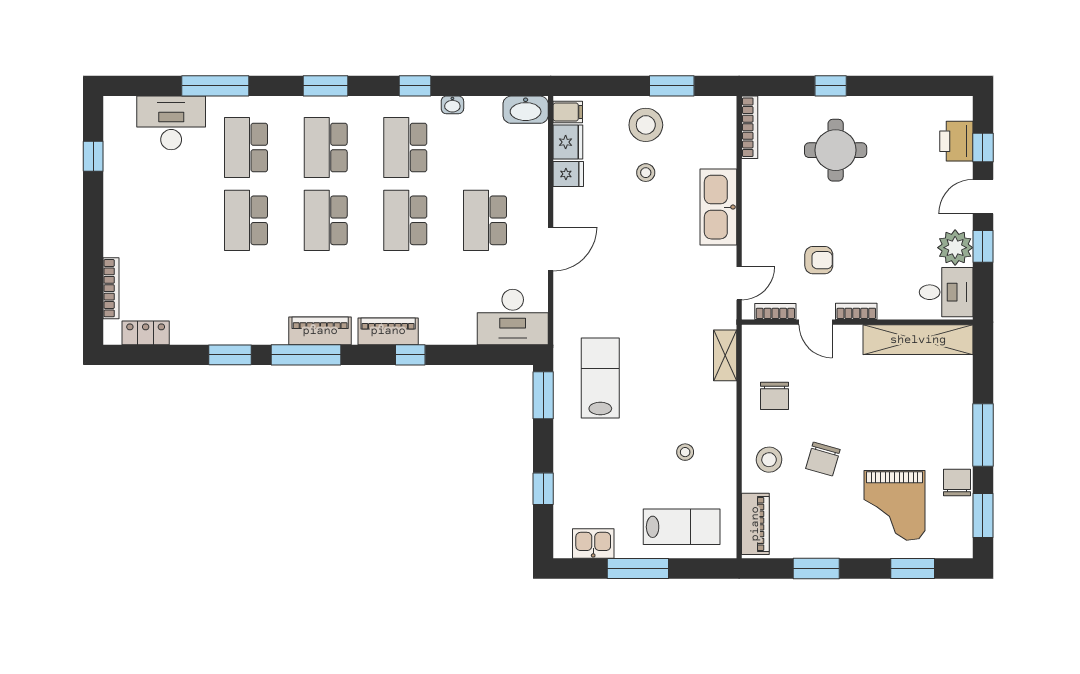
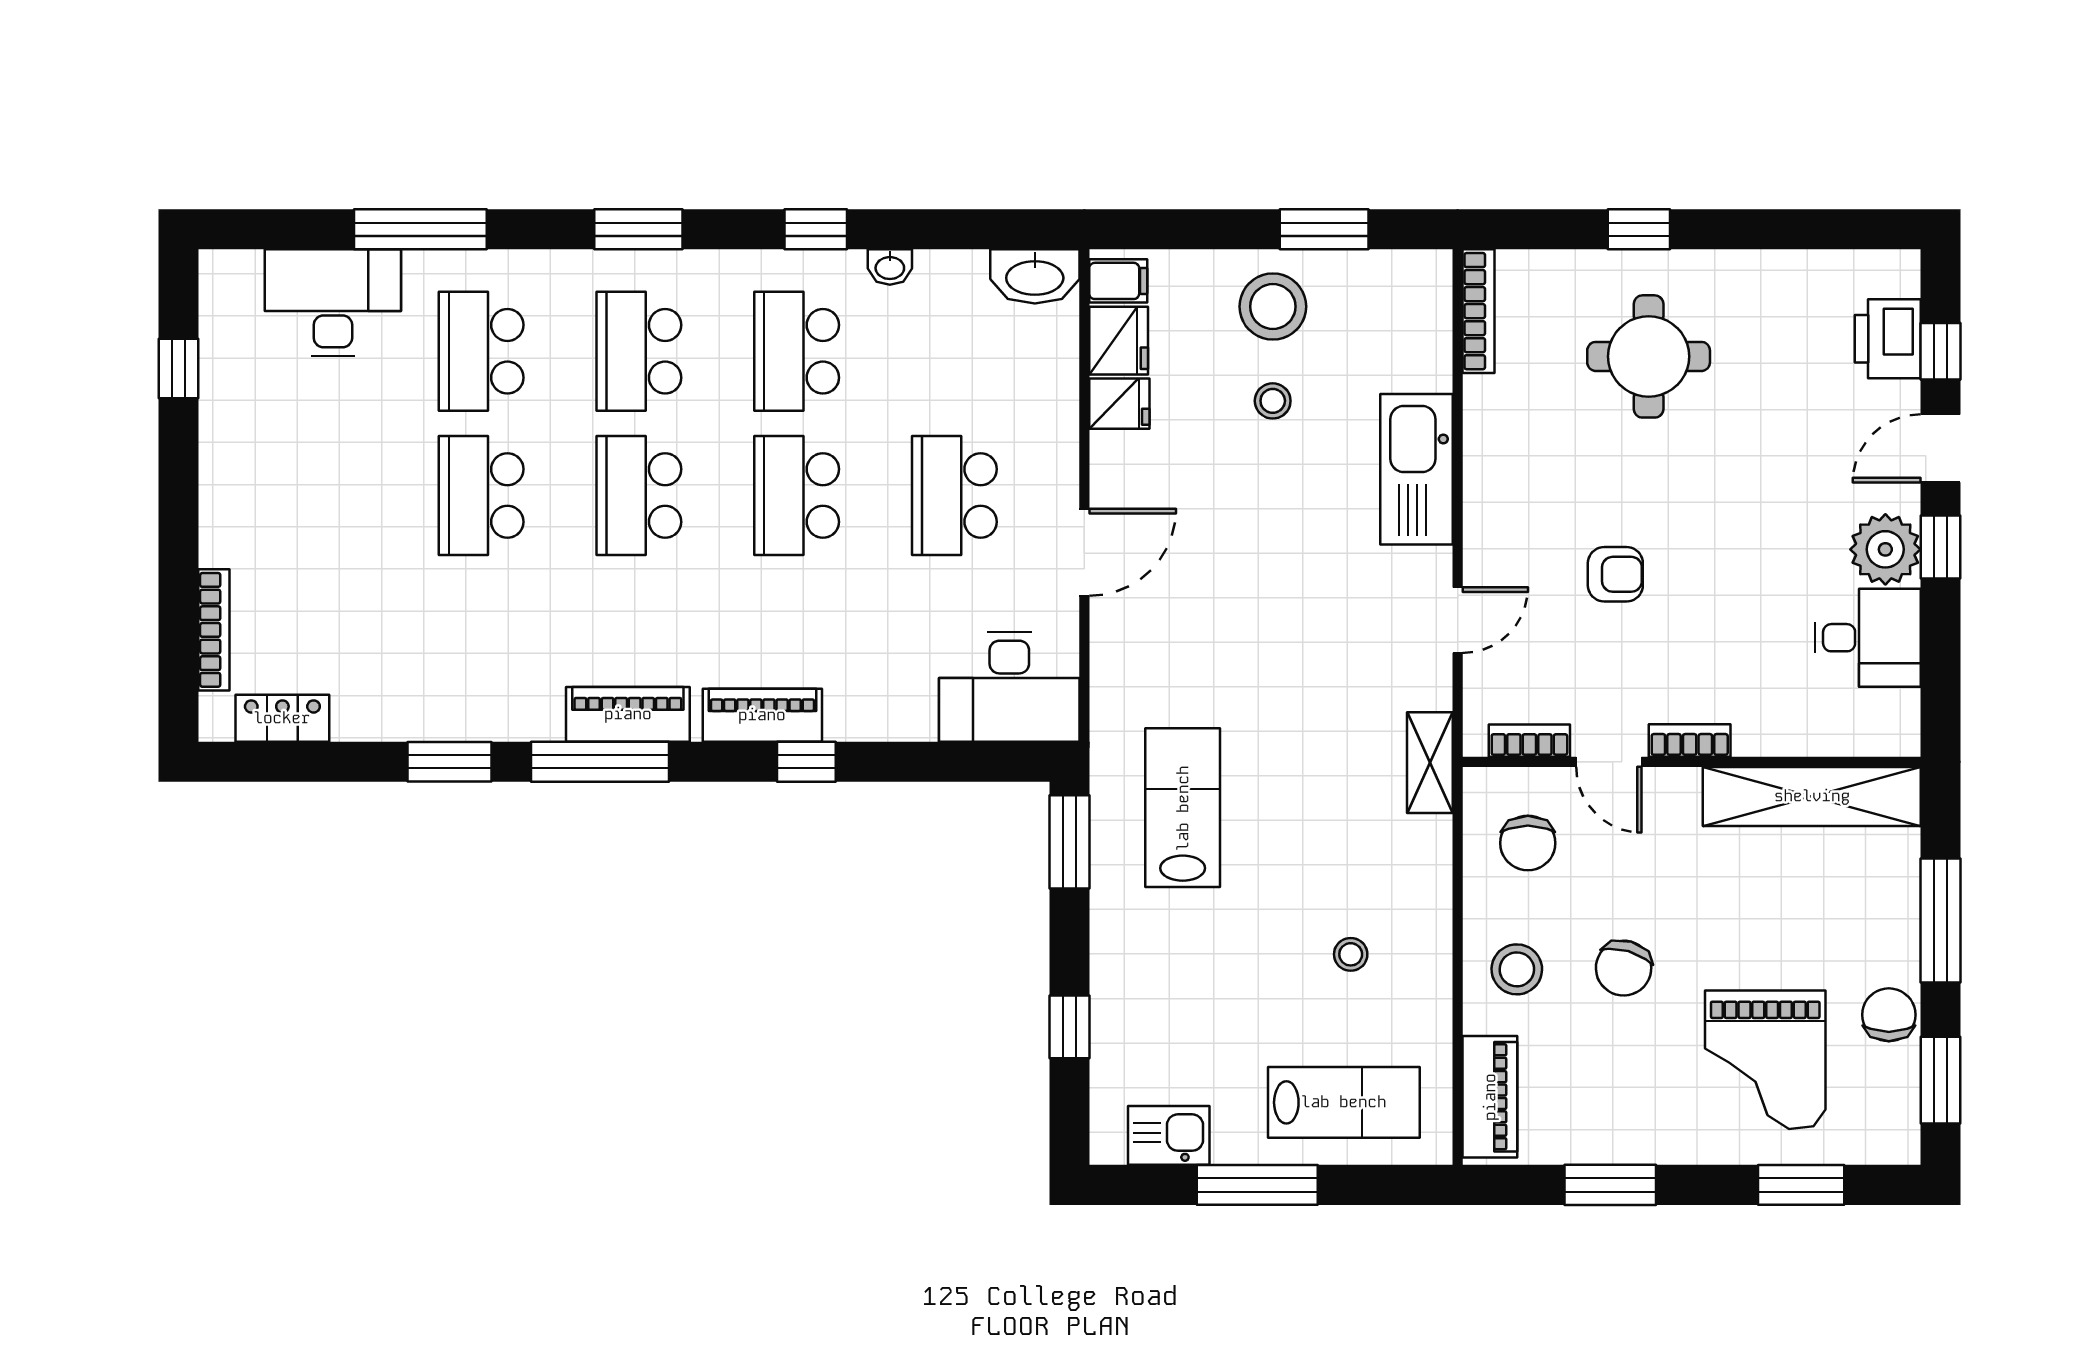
bookcase: (775, 311) -> (1529, 741), moved
bookcase: (856, 311) -> (1690, 740), moved
door: (816, 322) -> (1609, 762), moved
wall: (857, 322) -> (1692, 762), moved
shelving: (918, 340) -> (1812, 796), moved

